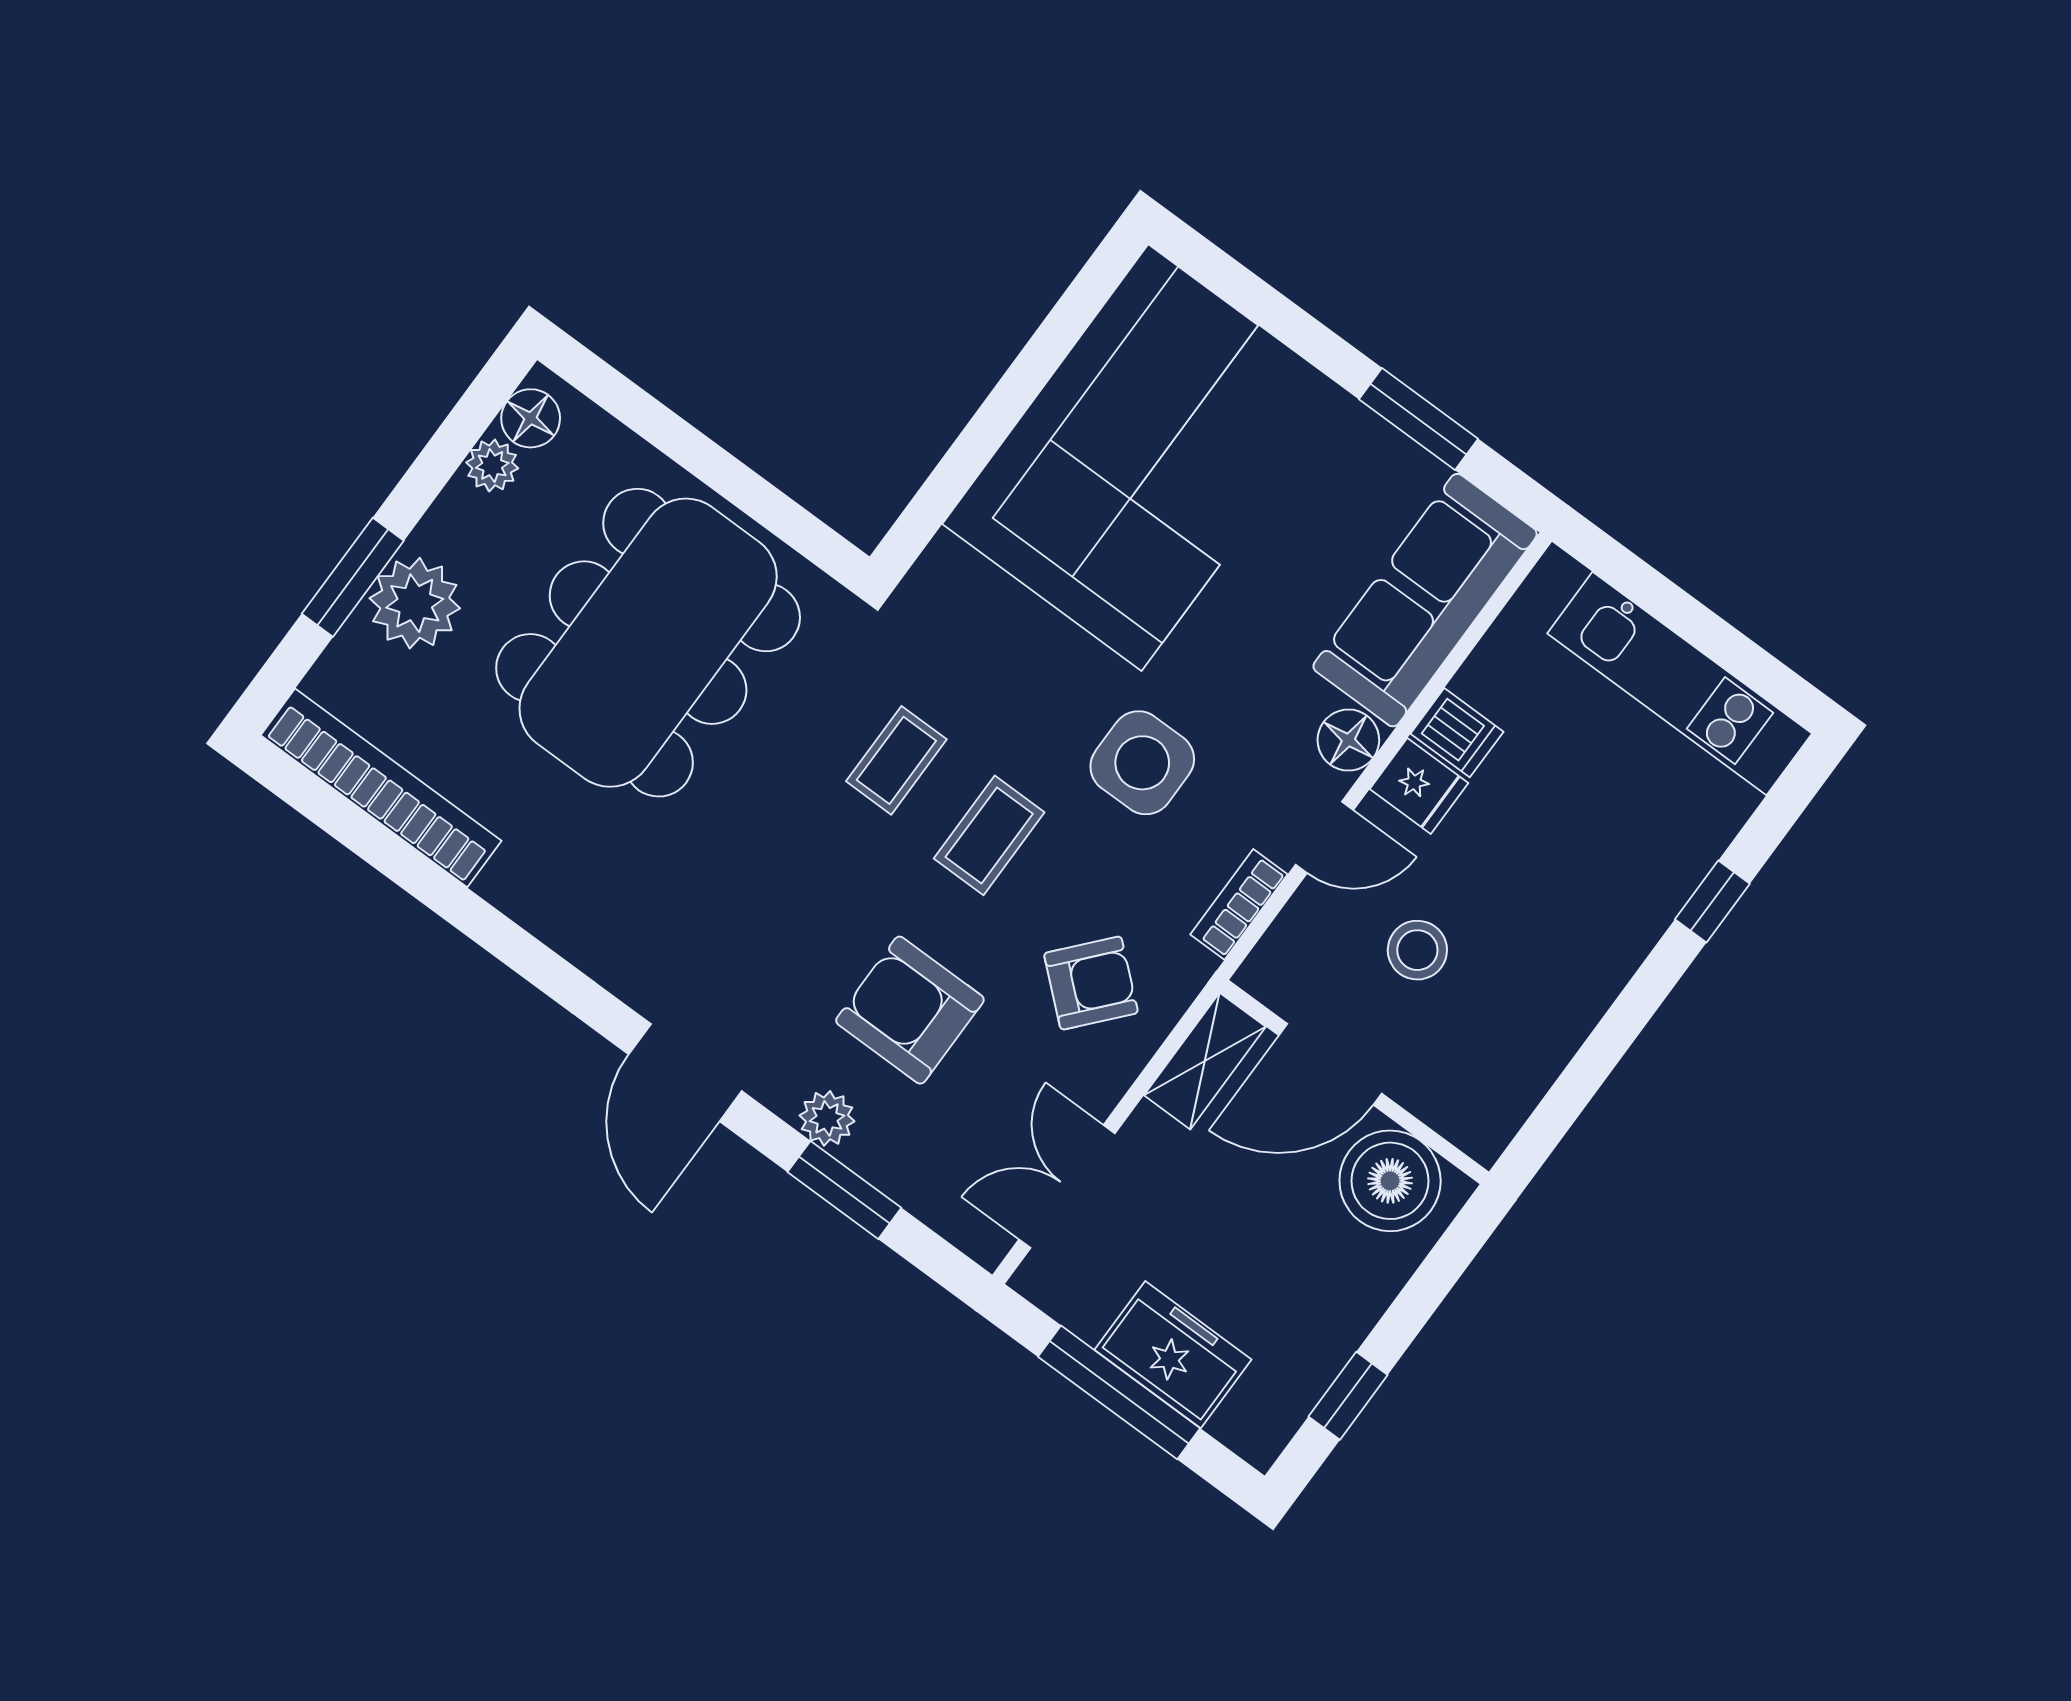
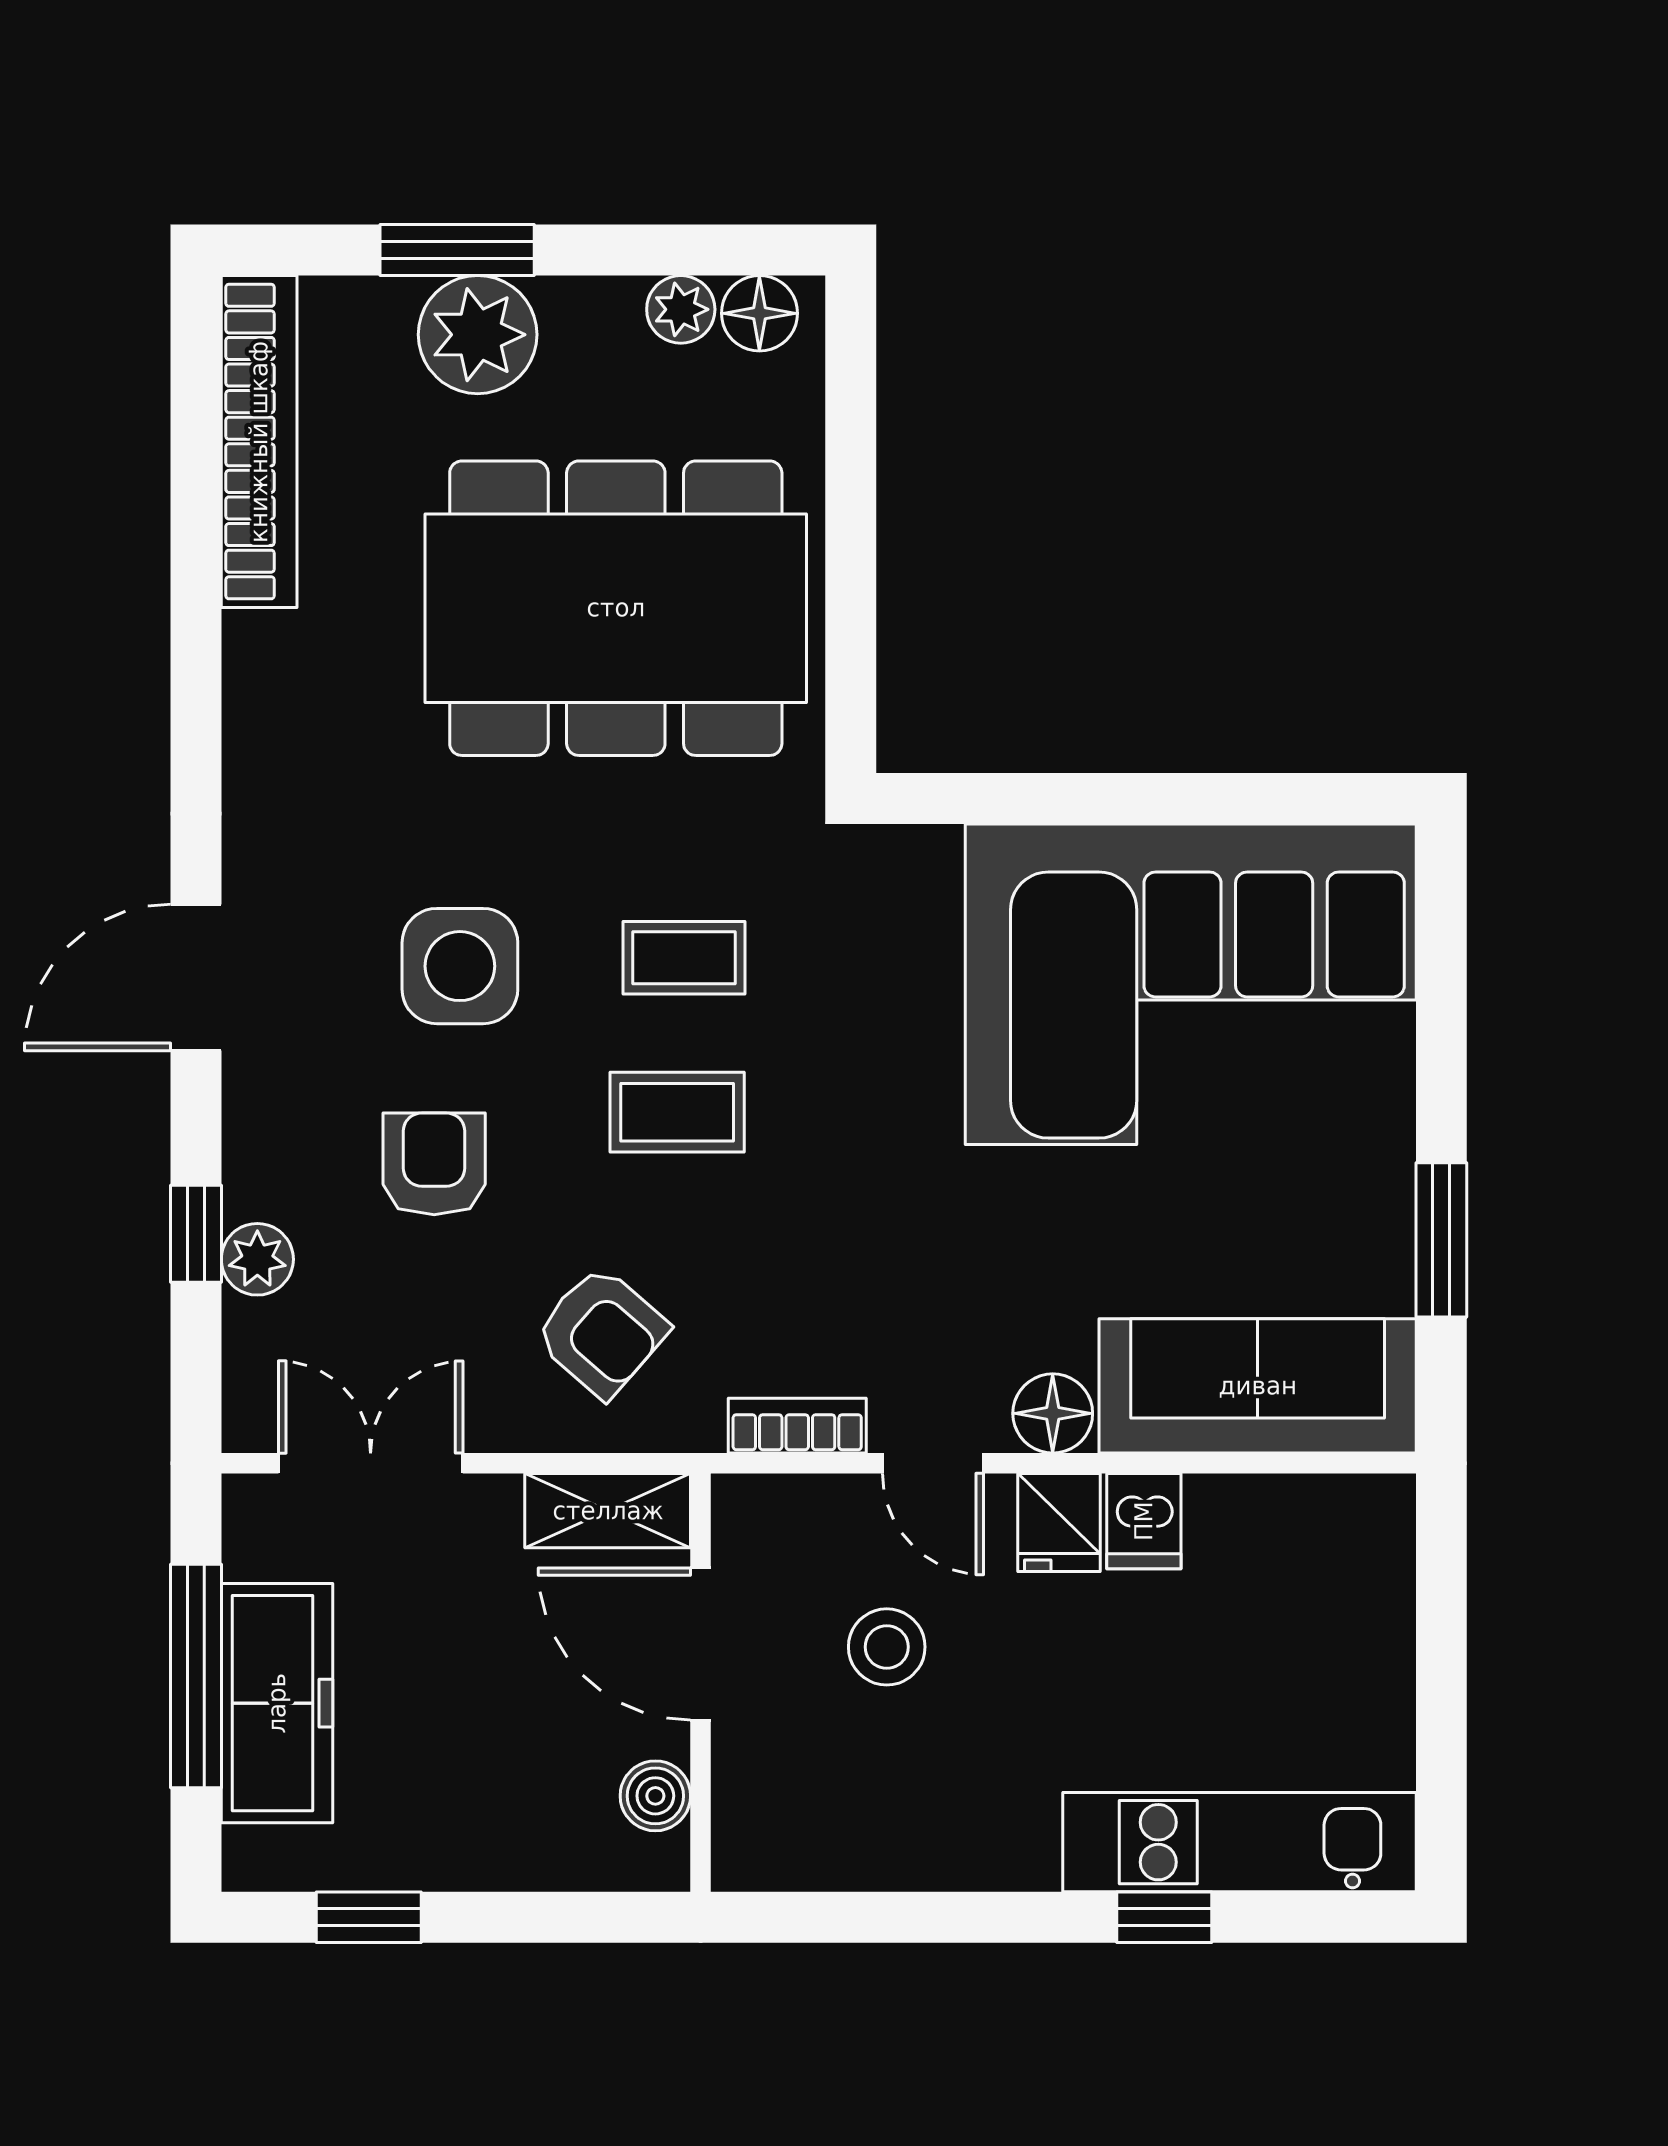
kitchen unit: (1680, 684) -> (1239, 1842), moved, turned 90
side table: (1142, 763) -> (460, 966), moved
armchair: (910, 1010) -> (434, 1164), width x0.72, depth x0.72
plant: (827, 1118) -> (257, 1259), moved
boiler: (1390, 1181) -> (655, 1796), width x0.54, depth x0.54
window: (844, 1190) -> (196, 1234), width x0.67
freezer: (1173, 1355) -> (277, 1703), width x1.40

